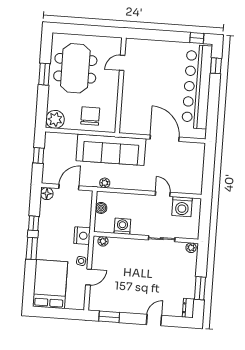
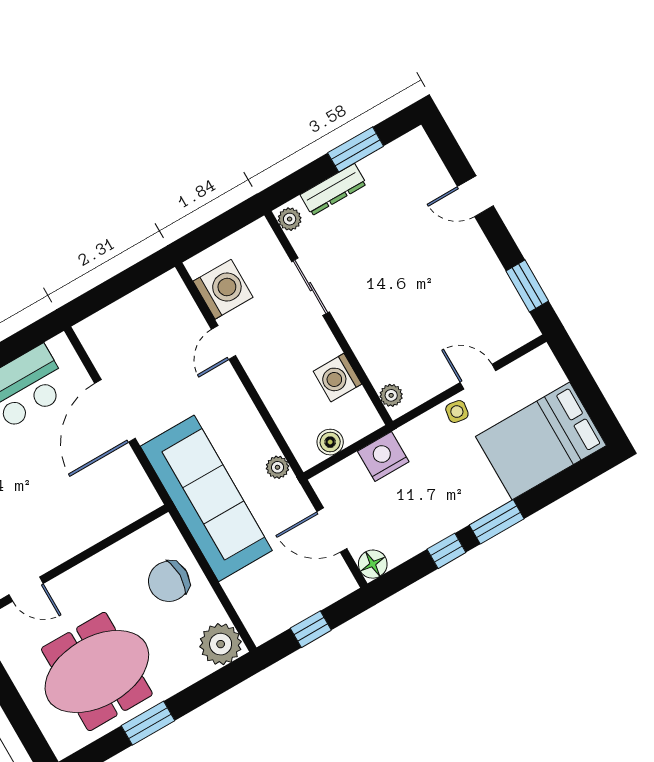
nightstand: (82, 236) -> (383, 456), moved
dresser: (188, 308) -> (333, 190), moved, width x1.44

